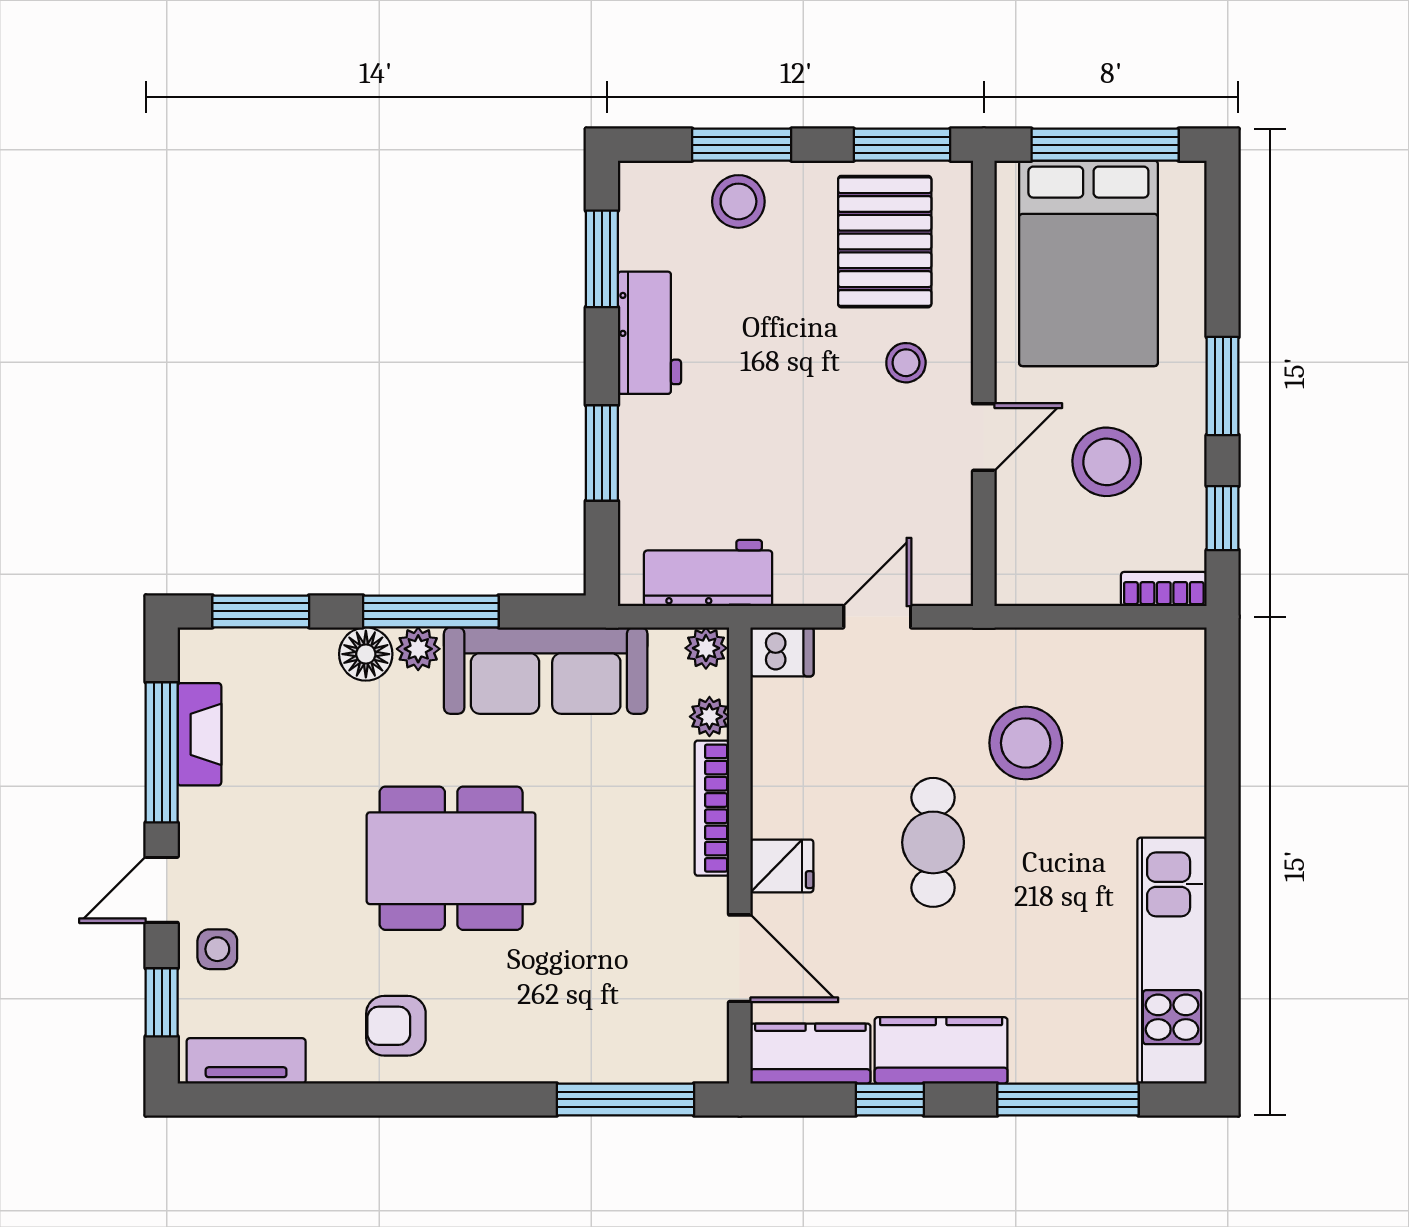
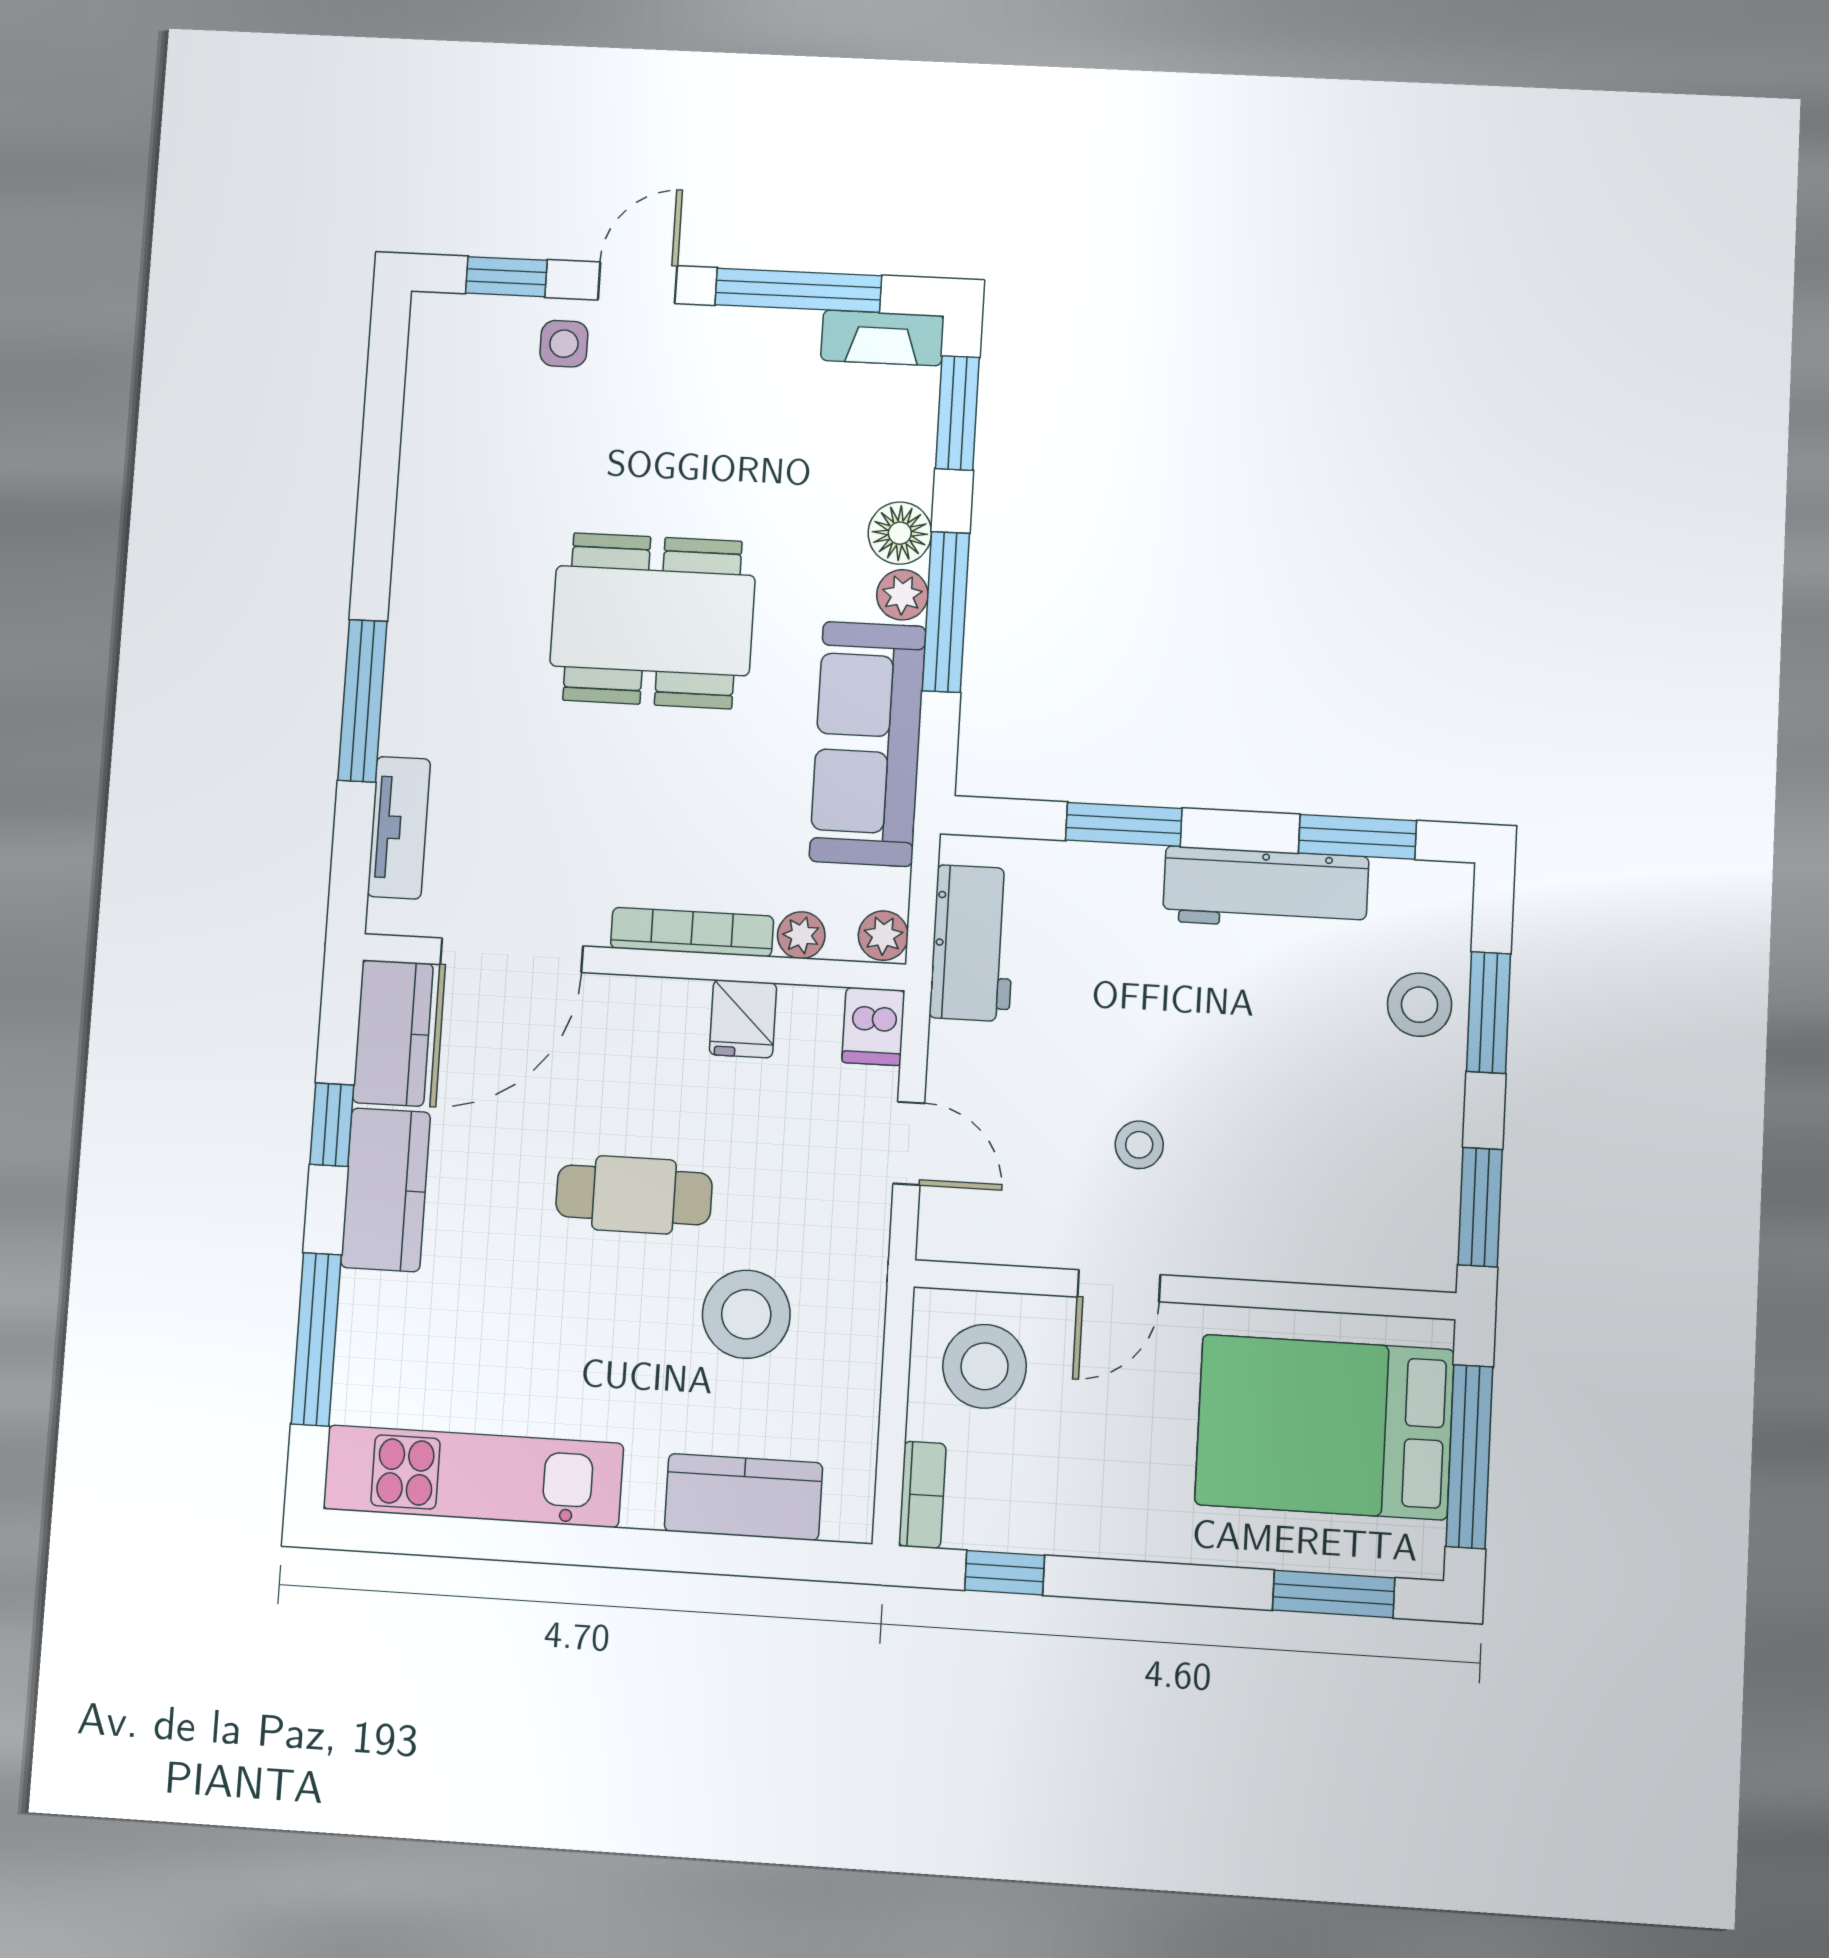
pallet: (885, 242) -> (1363, 1179), removed
workbench: (649, 333) -> (1266, 889), width x1.38
stool: (906, 363) -> (1139, 1145), moved
window: (1223, 386) -> (1334, 1594), moved
door: (984, 437) -> (1119, 1286), hinge flipped
stool: (1107, 462) -> (985, 1366), moved
fireplace: (199, 734) -> (882, 338), moved
kitchen counter: (1175, 736) -> (743, 1497), added
dining table: (451, 858) -> (653, 621), turned 90
fridge: (782, 866) -> (743, 1019), moved
door: (162, 890) -> (638, 283), hinge flipped
door: (740, 958) -> (512, 955), width x1.36
armchair: (396, 1026) -> (460, 546), removed
tv unit: (246, 1061) -> (399, 828), moved
window: (625, 1099) -> (362, 701), moved

